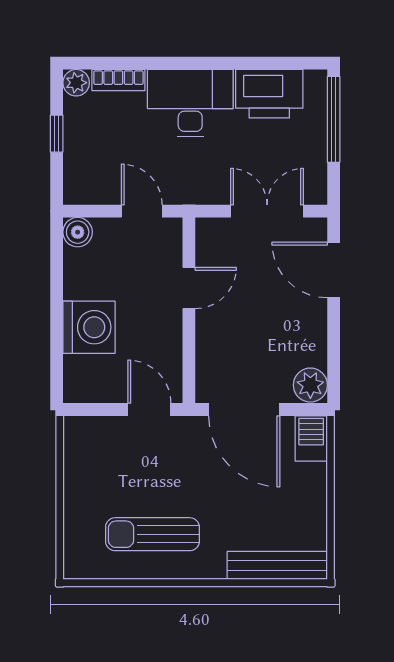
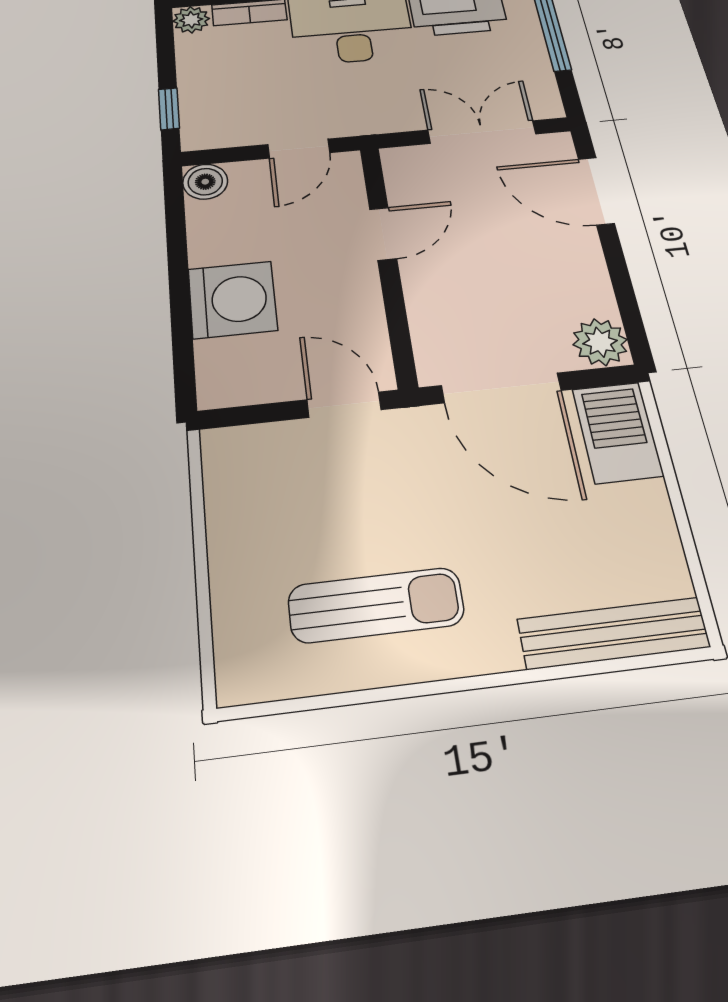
window: (57, 134) -> (169, 109), moved
door: (142, 211) -> (299, 149), swing flipped
barbecue: (311, 438) -> (618, 432), width x1.38, depth x1.27
sun lounger: (152, 534) -> (376, 605), turned 180

